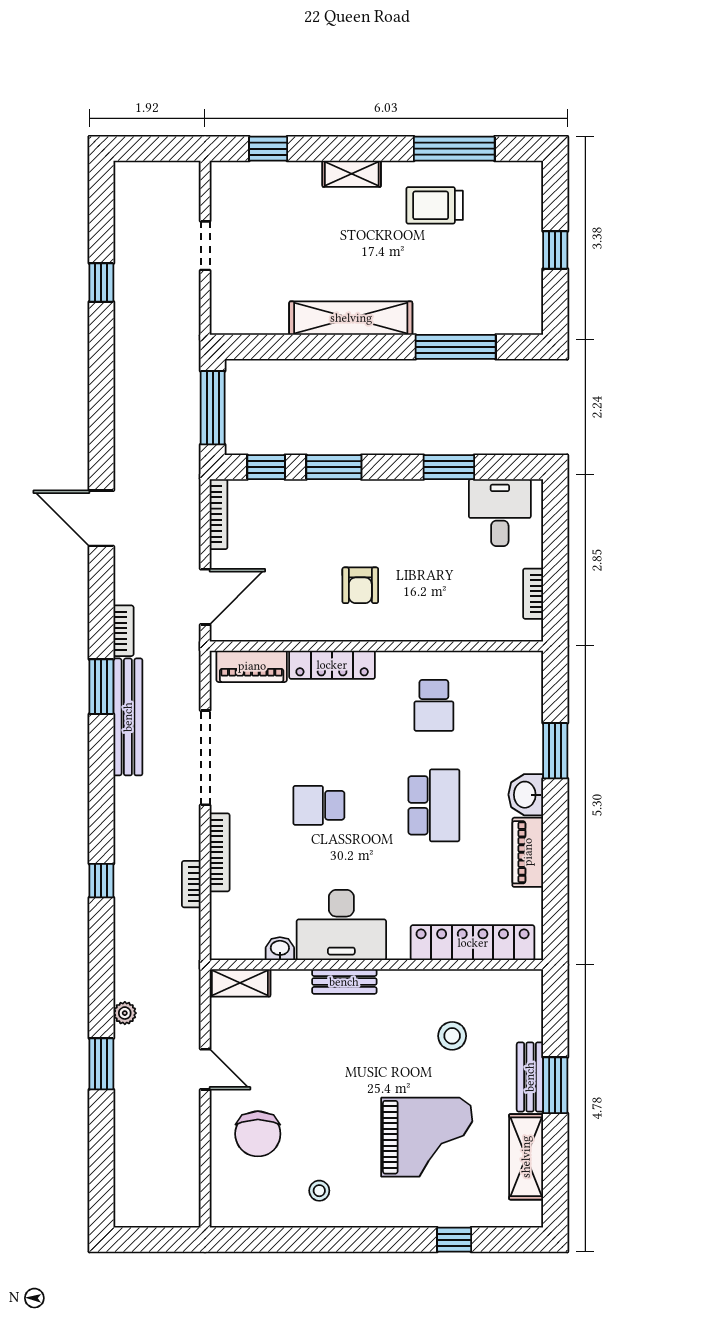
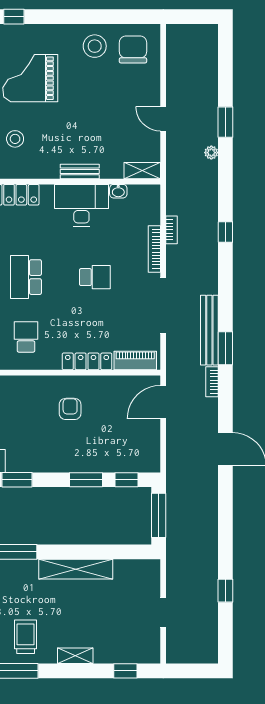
trolley: (435, 205) -> (26, 637), turned -90
bookcase: (218, 514) -> (155, 452), removed
chair: (258, 1134) -> (133, 49), moved
stool: (319, 1191) -> (95, 46), width x1.89, depth x1.89

